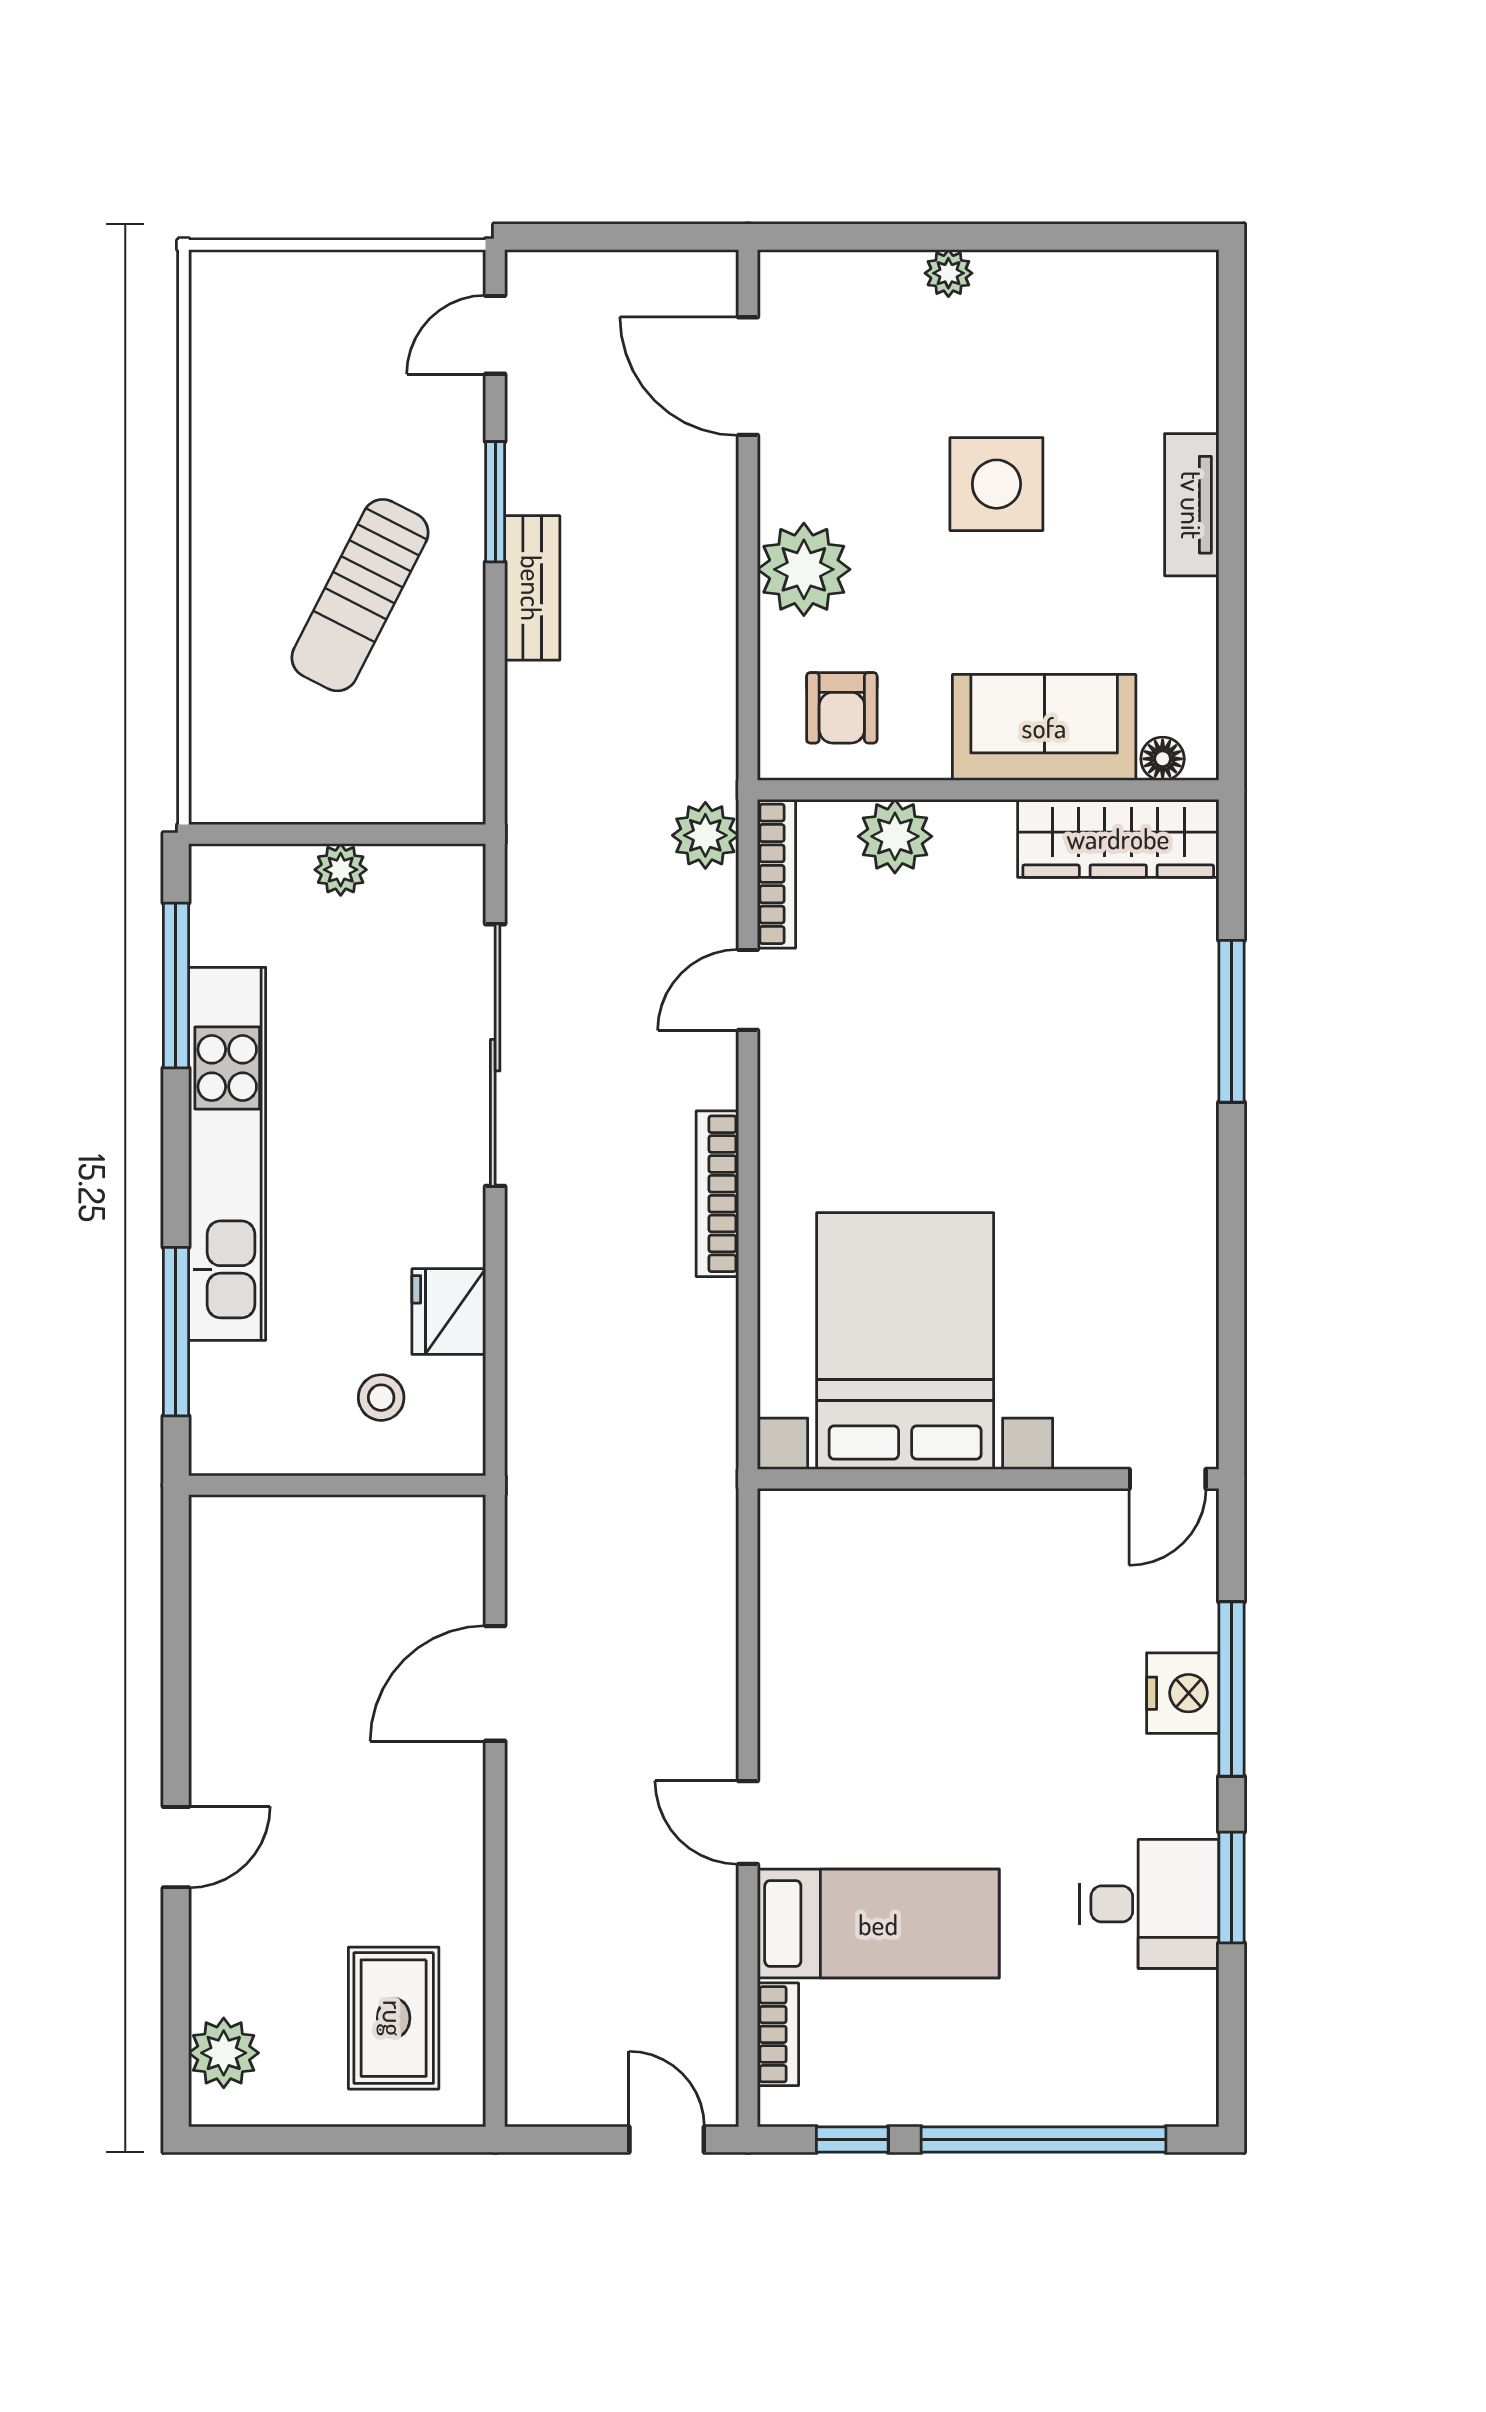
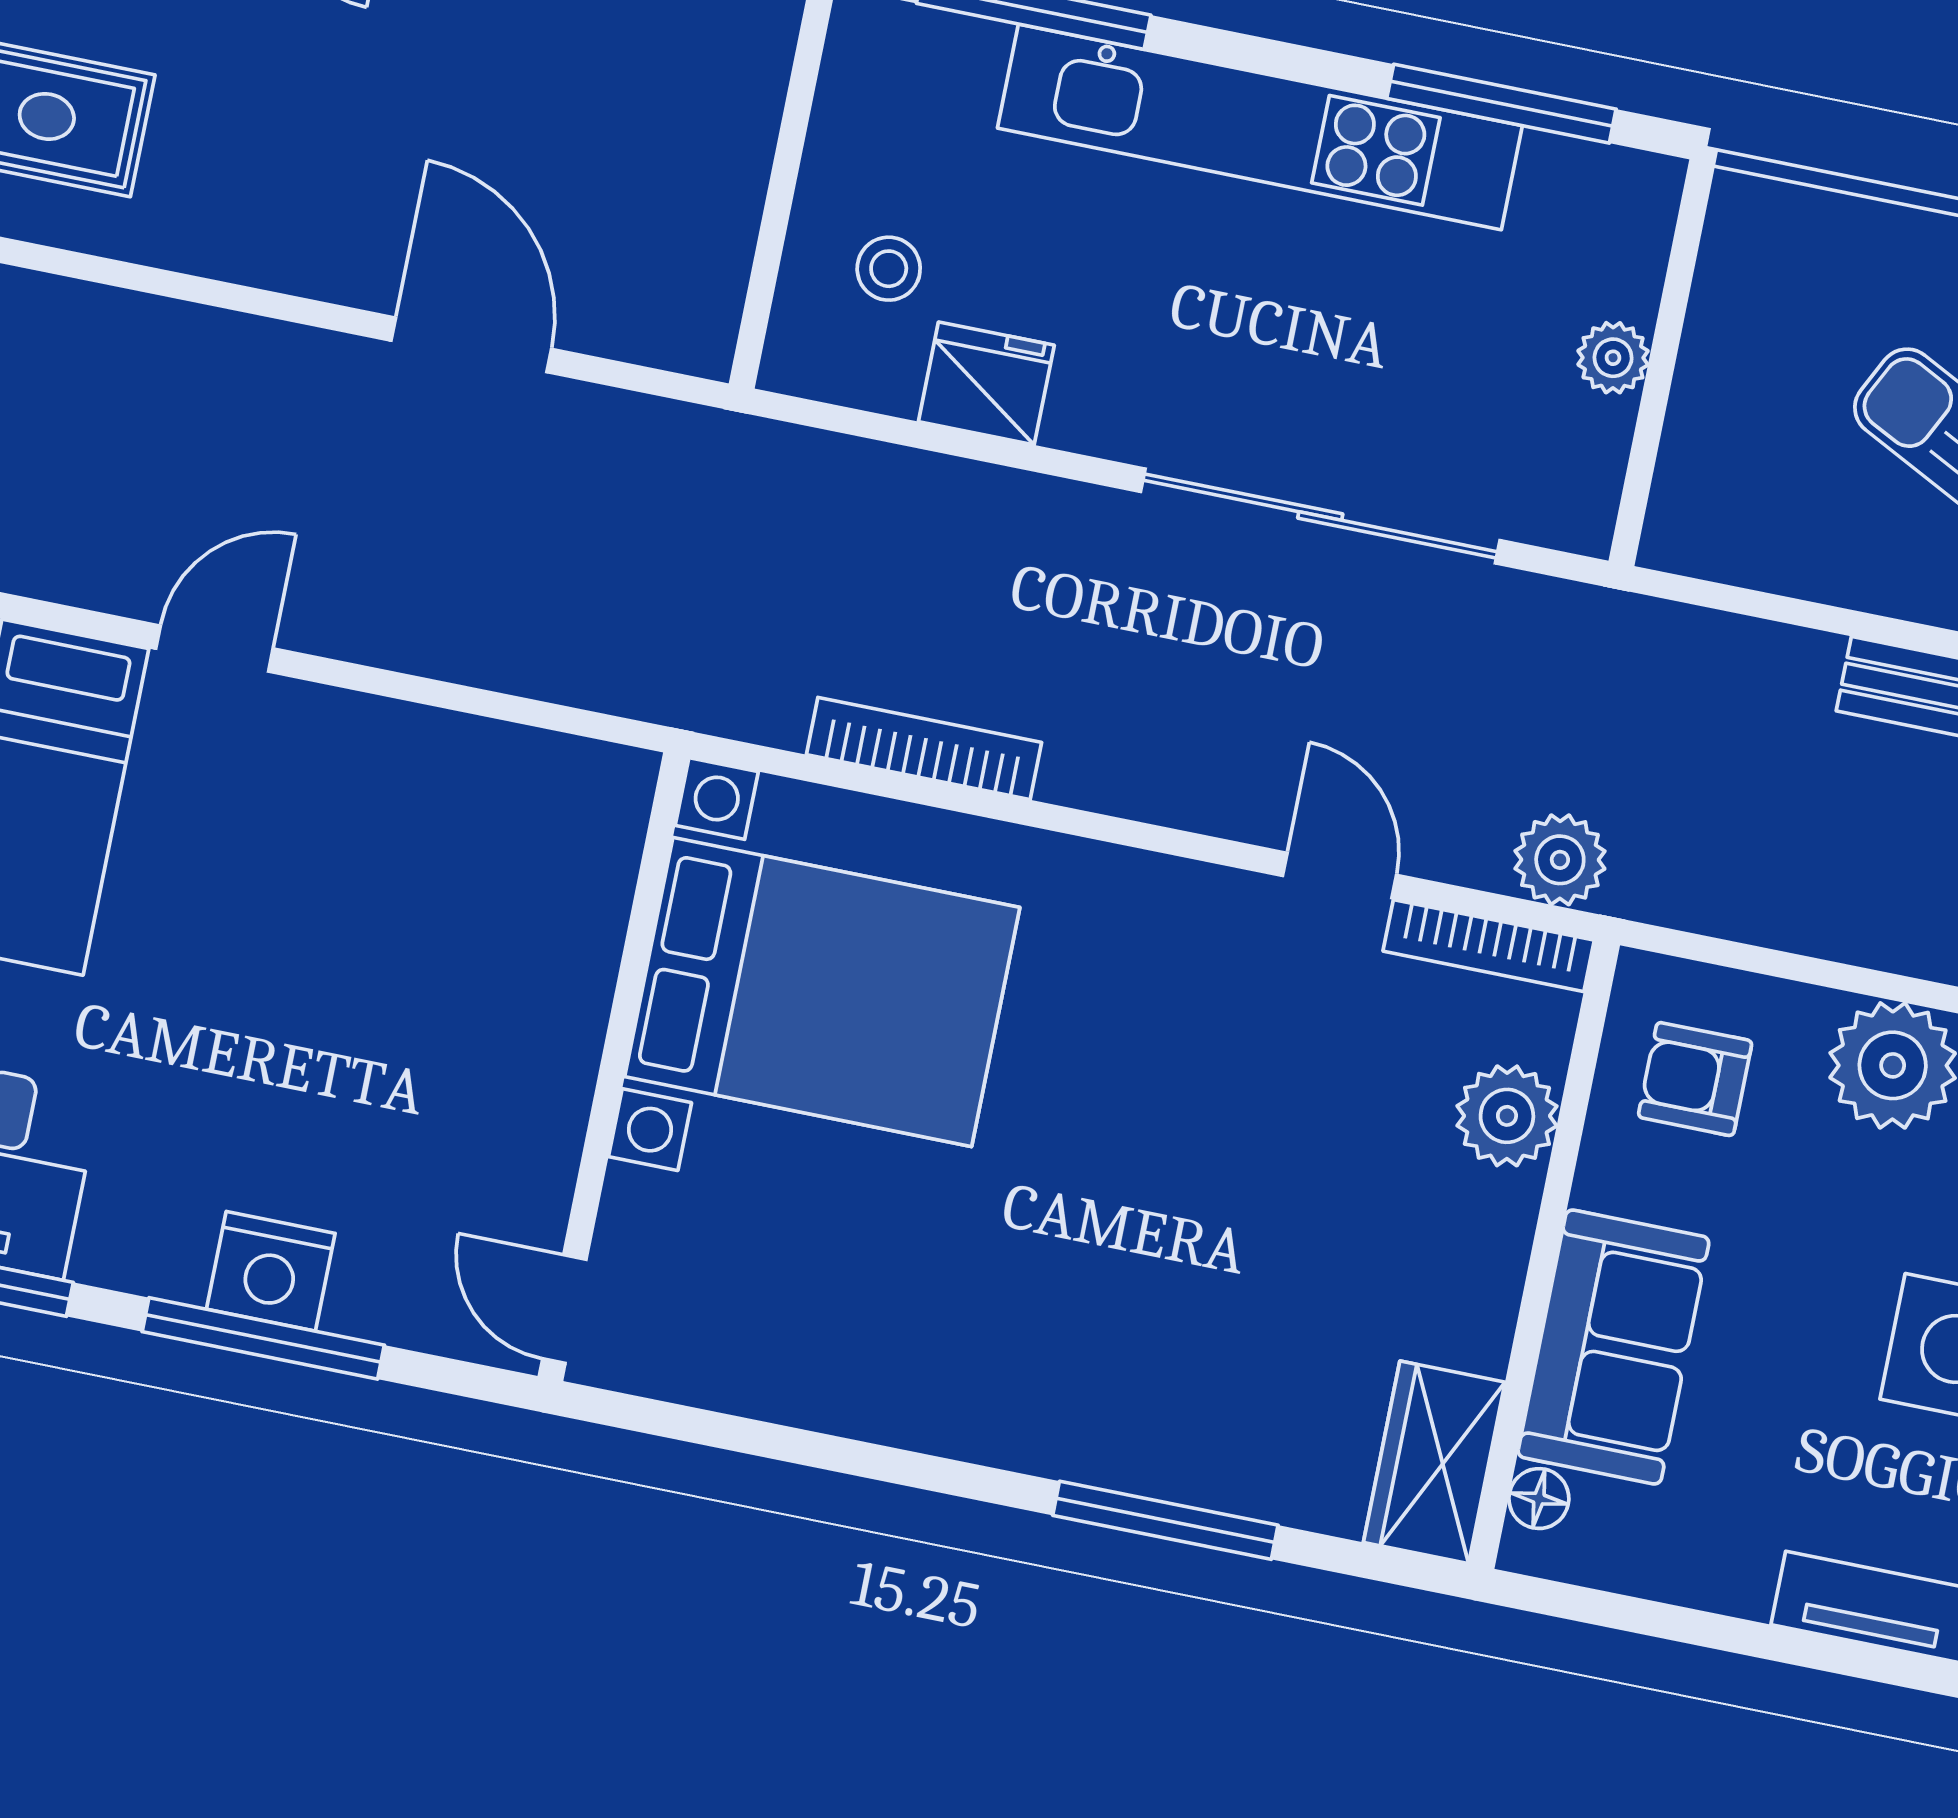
wardrobe: (1118, 838) -> (1434, 1462), width x0.67
bookcase: (717, 1194) -> (924, 748), moved

